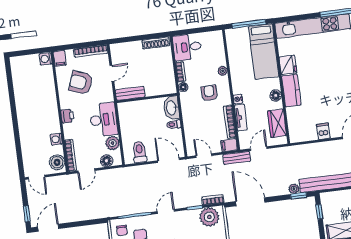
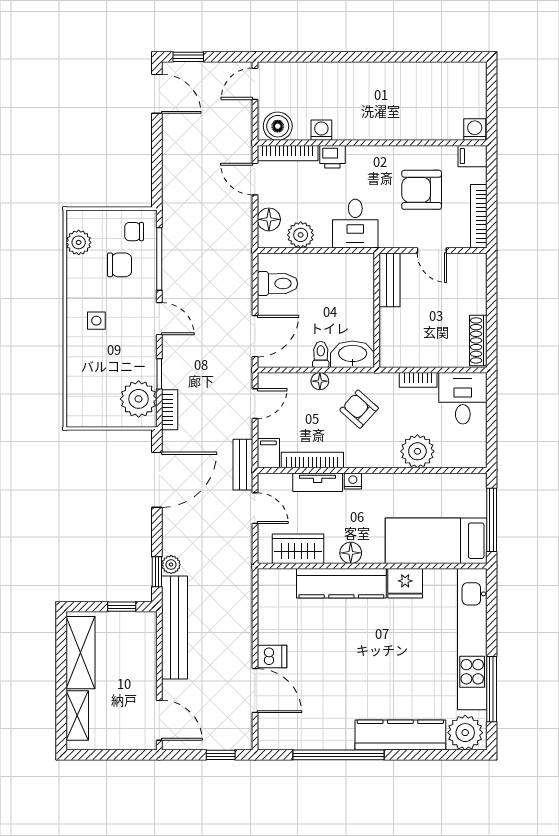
plant: (223, 71) -> (417, 451), width x1.88, depth x1.88
armchair: (81, 83) -> (422, 190), turned -111
floor lamp: (183, 87) -> (320, 381), moved
kitchen counter: (291, 91) -> (341, 583), width x1.50
armchair: (209, 93) -> (359, 409), moved, turned -138
printer: (67, 116) -> (332, 157), moved
desk: (103, 120) -> (355, 224), width x0.73
dishwasher: (323, 131) -> (272, 656), moved

